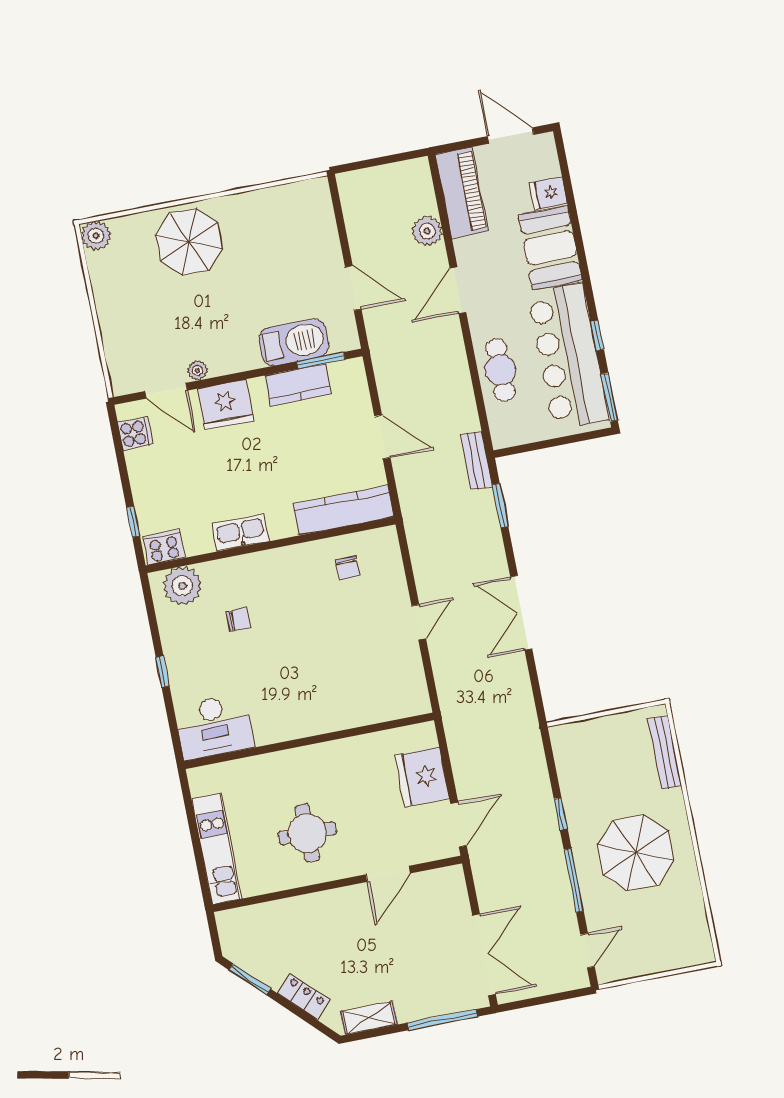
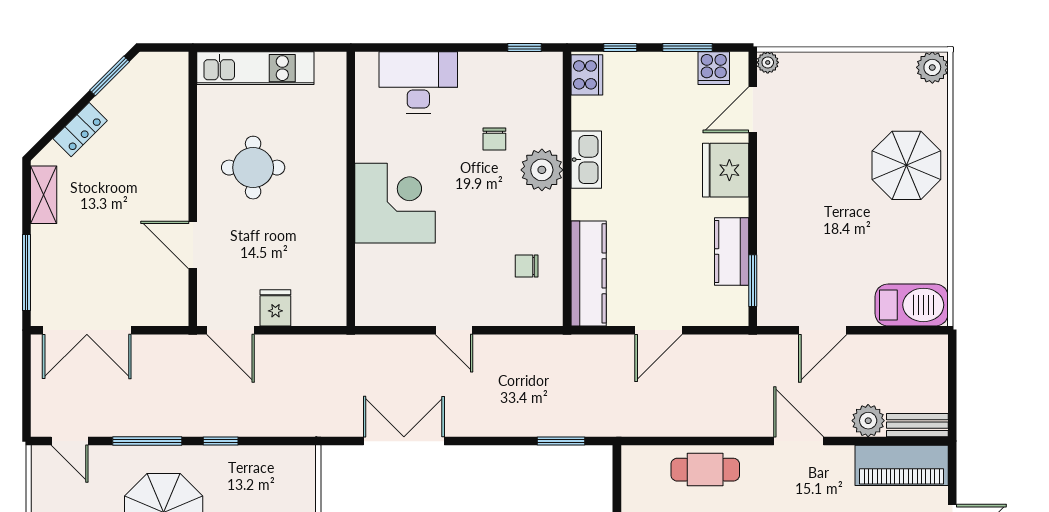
barbecue: (294, 342) -> (912, 305), moved, turned -90
plant: (198, 371) -> (768, 62), moved
bench: (476, 460) -> (917, 425), moved
window: (121, 461) -> (687, 47), added
plant: (182, 586) -> (542, 170), moved
double door: (521, 613) -> (404, 441), moved
window: (163, 672) -> (524, 47), moved
corner desk: (314, 698) -> (395, 203), added
desk: (214, 727) -> (418, 82), moved, turned 90
fridge: (422, 777) -> (275, 308), width x0.53, depth x0.75

